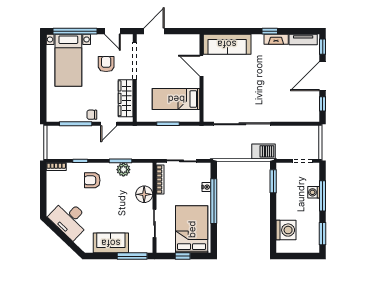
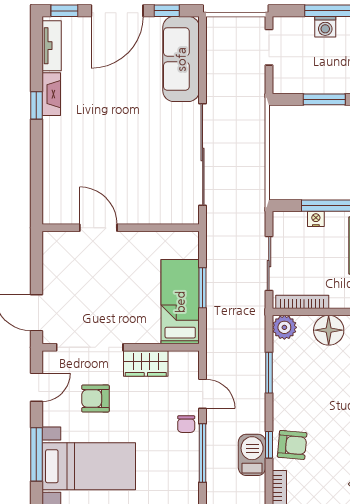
window: (75, 31) -> (36, 454), width x0.68
sofa: (227, 44) -> (181, 59), moved, turned 180
door: (201, 66) -> (98, 228), swing flipped
door: (323, 76) -> (117, 11), hinge flipped
wardrobe: (126, 98) -> (146, 364), width x0.67
bed: (176, 99) -> (180, 302), moved, turned 180
barbecue: (263, 151) -> (252, 455), moved
plant: (123, 170) -> (284, 327), moved
armchair: (92, 180) -> (292, 445), moved, turned -85
window: (273, 181) -> (324, 99), moved

